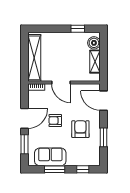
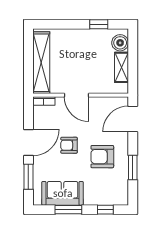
door: (104, 101) -> (133, 119), hinge flipped
armchair: (80, 129) -> (102, 157), turned -90

